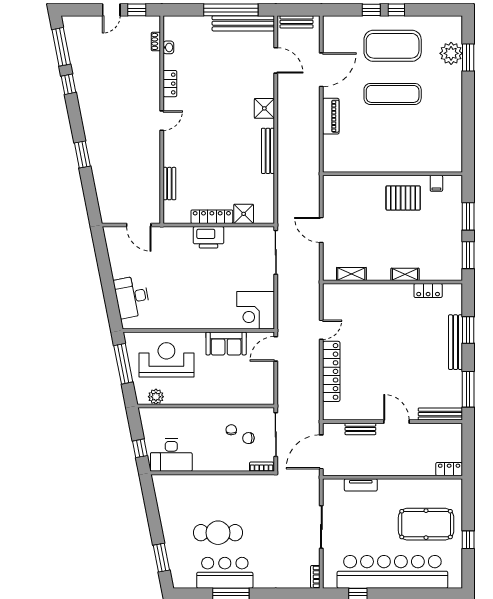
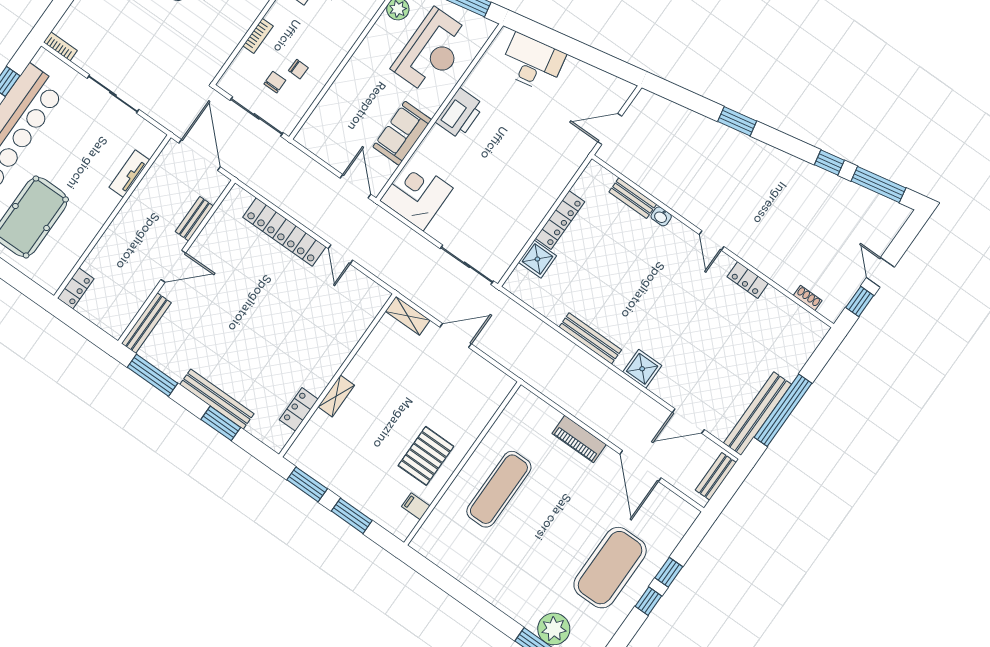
washbasin: (168, 47) -> (661, 216), moved
exercise mat: (393, 94) -> (499, 489), moved
printer: (209, 237) -> (460, 113), moved, turned 180
shelving: (351, 274) -> (408, 316), moved, turned 90
bookcase: (262, 467) -> (258, 36), moved

